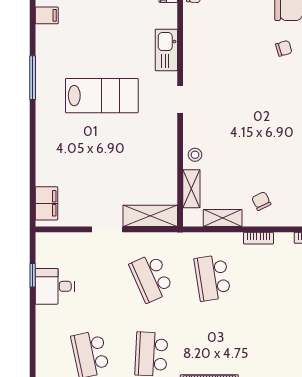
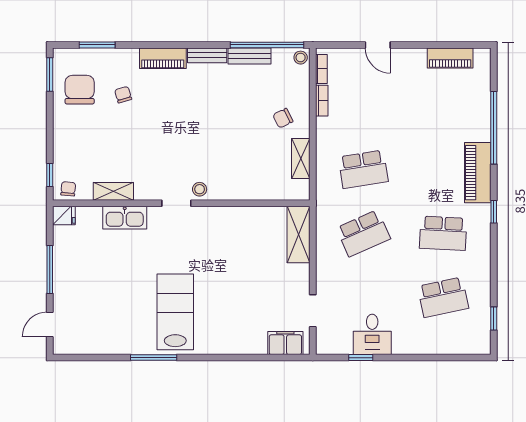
filing cabinet: (47, 15) -> (89, 343), removed
lab bench: (102, 96) -> (175, 312), moved
stool: (195, 155) -> (200, 189), moved
shelving: (191, 189) -> (113, 191), moved
doorway: (107, 229) -> (313, 311), moved
bookcase: (258, 238) -> (322, 101), moved

